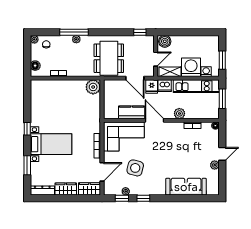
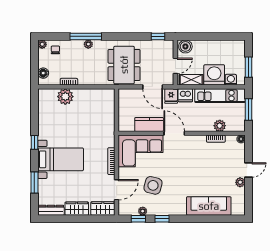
plant: (93, 87) -> (65, 97), moved
plant: (179, 113) -> (220, 126), moved

